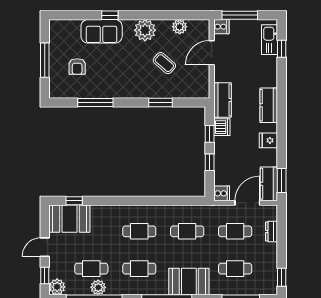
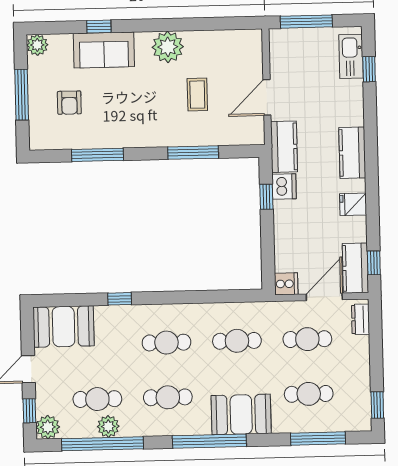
window: (110, 15) -> (99, 27), moved
plant: (180, 27) -> (37, 45), moved
cooker: (221, 27) -> (280, 39), removed
door: (212, 53) -> (267, 97), moved
coffee table: (164, 63) -> (197, 95), turned 49
window: (161, 102) -> (193, 153), width x1.44
window: (210, 162) -> (267, 239), removed
window: (282, 181) -> (374, 263), width x0.67
window: (74, 201) -> (120, 299), moved
dresser: (272, 232) -> (360, 319), moved

